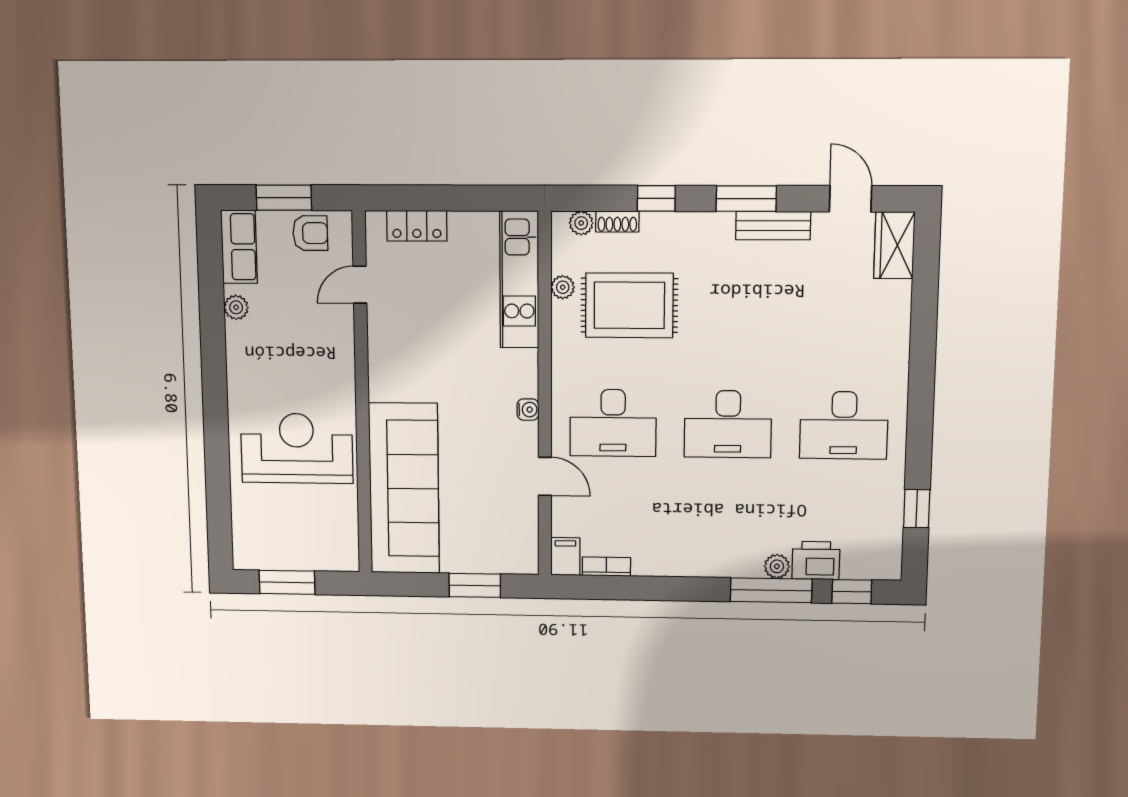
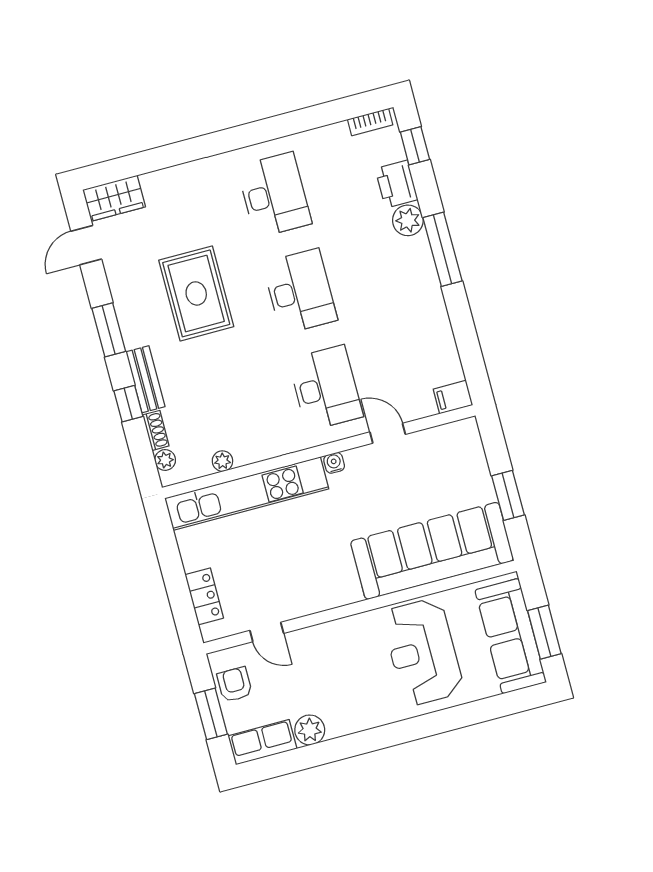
bench: (773, 226) -> (145, 379), moved
kitchen unit: (519, 280) -> (247, 494), width x1.36
rug: (629, 305) -> (196, 293), moved
plant: (236, 307) -> (310, 730), width x1.38, depth x1.38
door: (545, 476) -> (388, 433), hinge flipped
window: (917, 509) -> (328, 113), removed
sofa: (291, 546) -> (511, 636), added
plant: (777, 566) -> (408, 220), width x1.38, depth x1.38
bookcase: (606, 567) -> (370, 122), moved, turned -90
window: (475, 585) -> (508, 495), moved
window: (771, 590) -> (443, 249), moved

